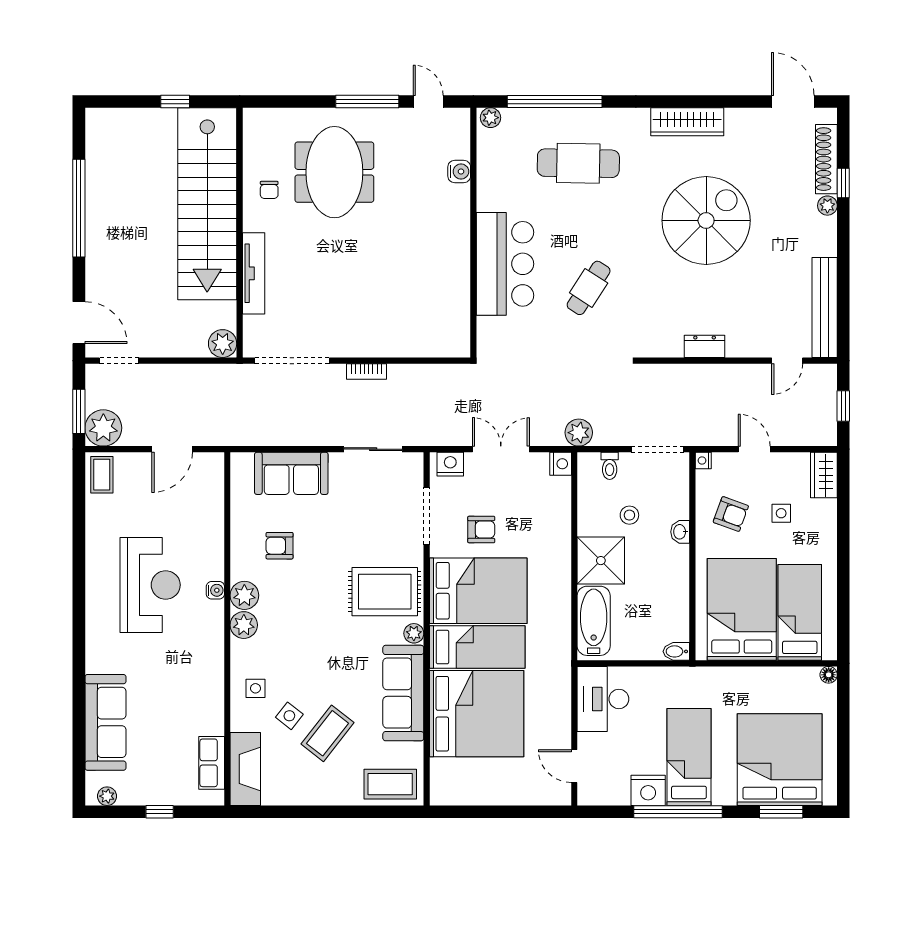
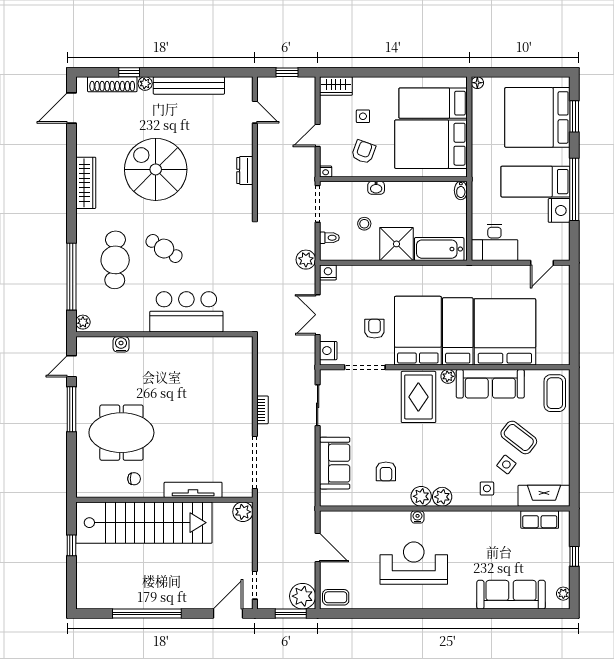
cafe table: (589, 288) -> (164, 249), moved
bench: (825, 308) -> (189, 85), moved

